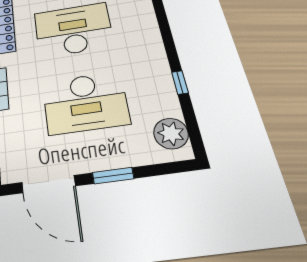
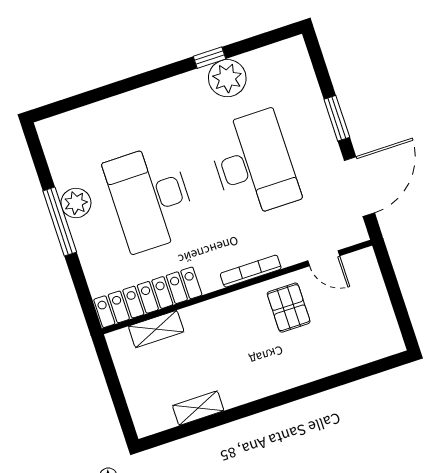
plant: (171, 133) -> (227, 78), moved

